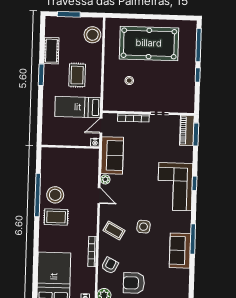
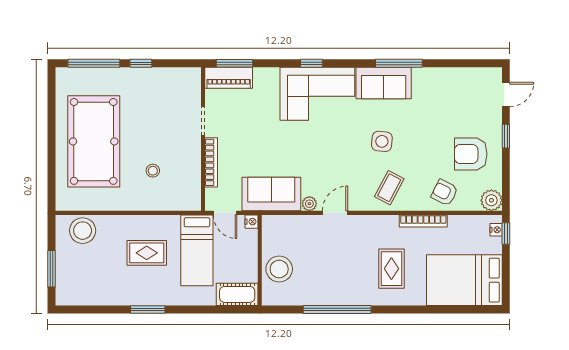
cot: (51, 51) -> (237, 294), moved
stool: (55, 195) -> (279, 269), moved
rug: (56, 217) -> (391, 269), moved
sofa: (180, 251) -> (384, 83), moved
armchair: (134, 283) -> (471, 154), turned 90

